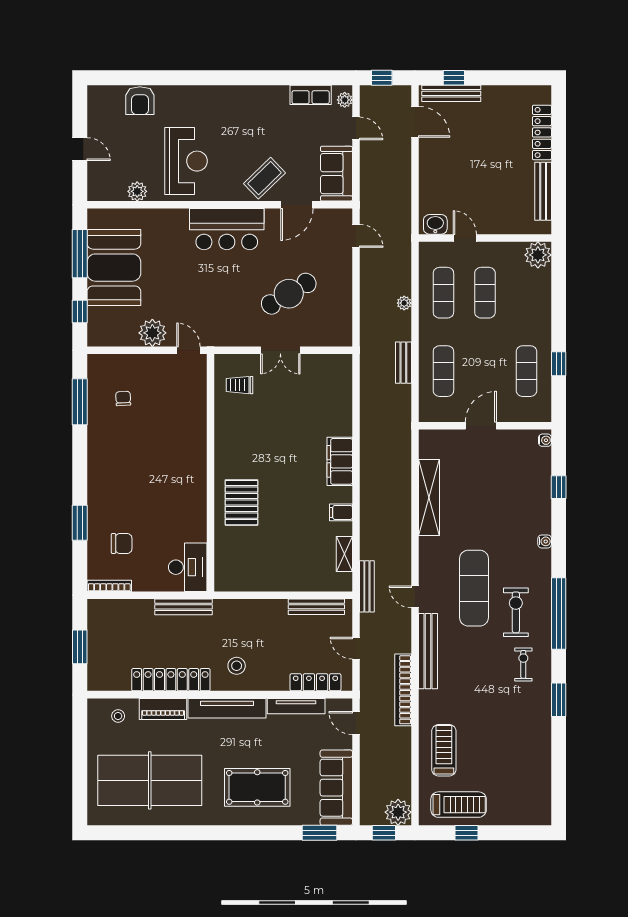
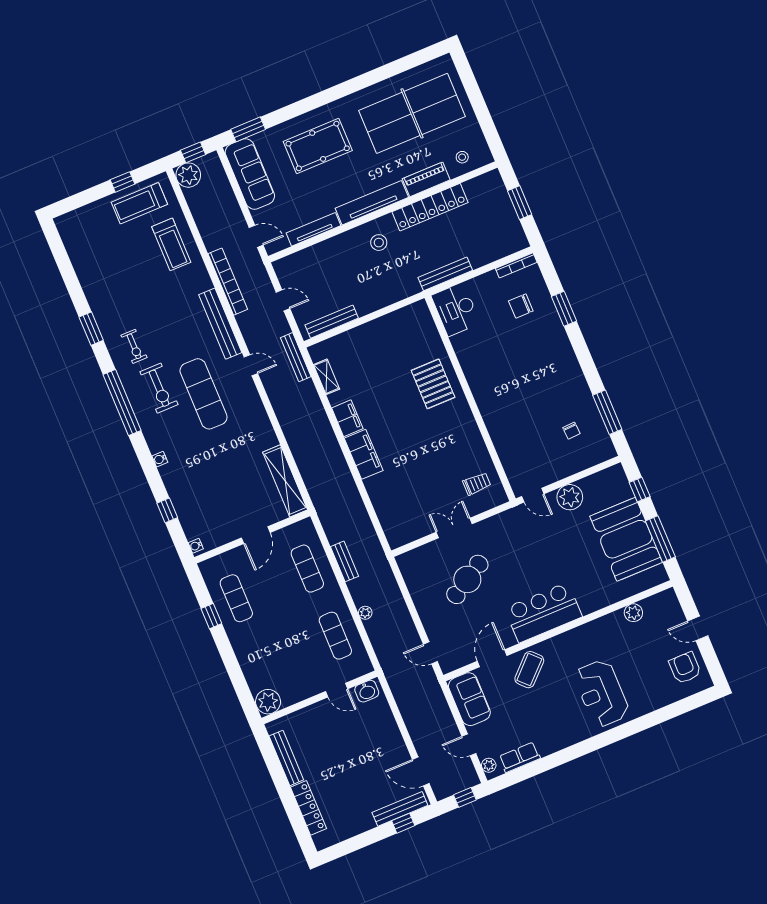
armchair: (140, 101) -> (685, 668), moved
reception desk: (186, 161) -> (601, 693), moved
exercise mat: (485, 293) -> (300, 650), removed
shelving: (429, 498) -> (285, 481), moved
filing cabinet: (341, 512) -> (347, 418), width x2.00
locker: (315, 682) -> (305, 257), removed

